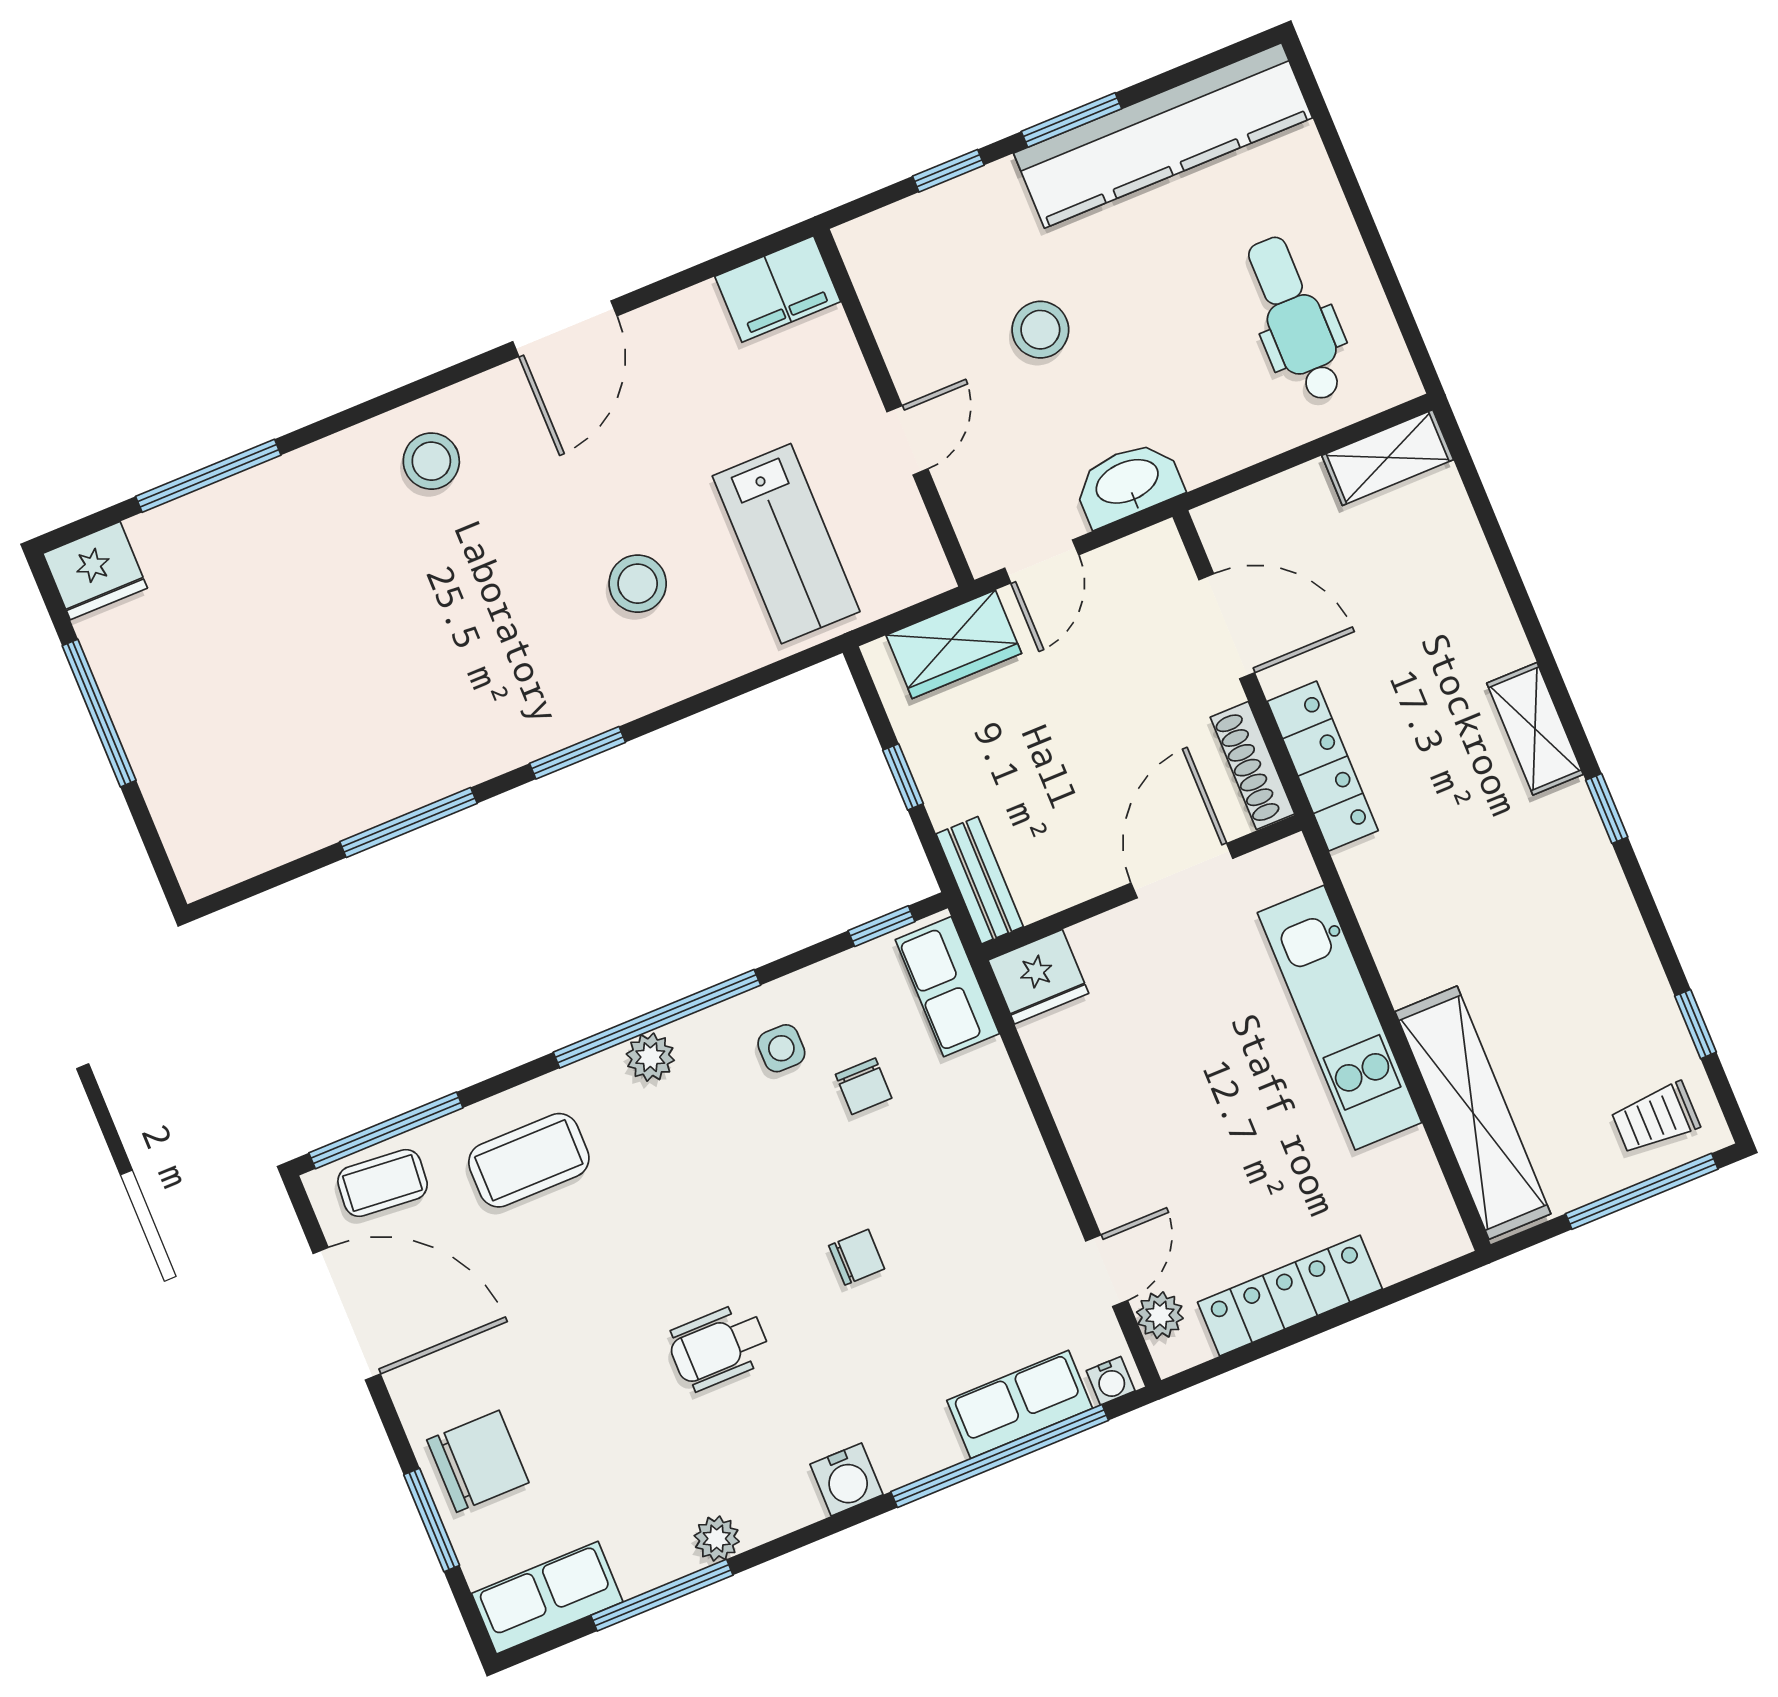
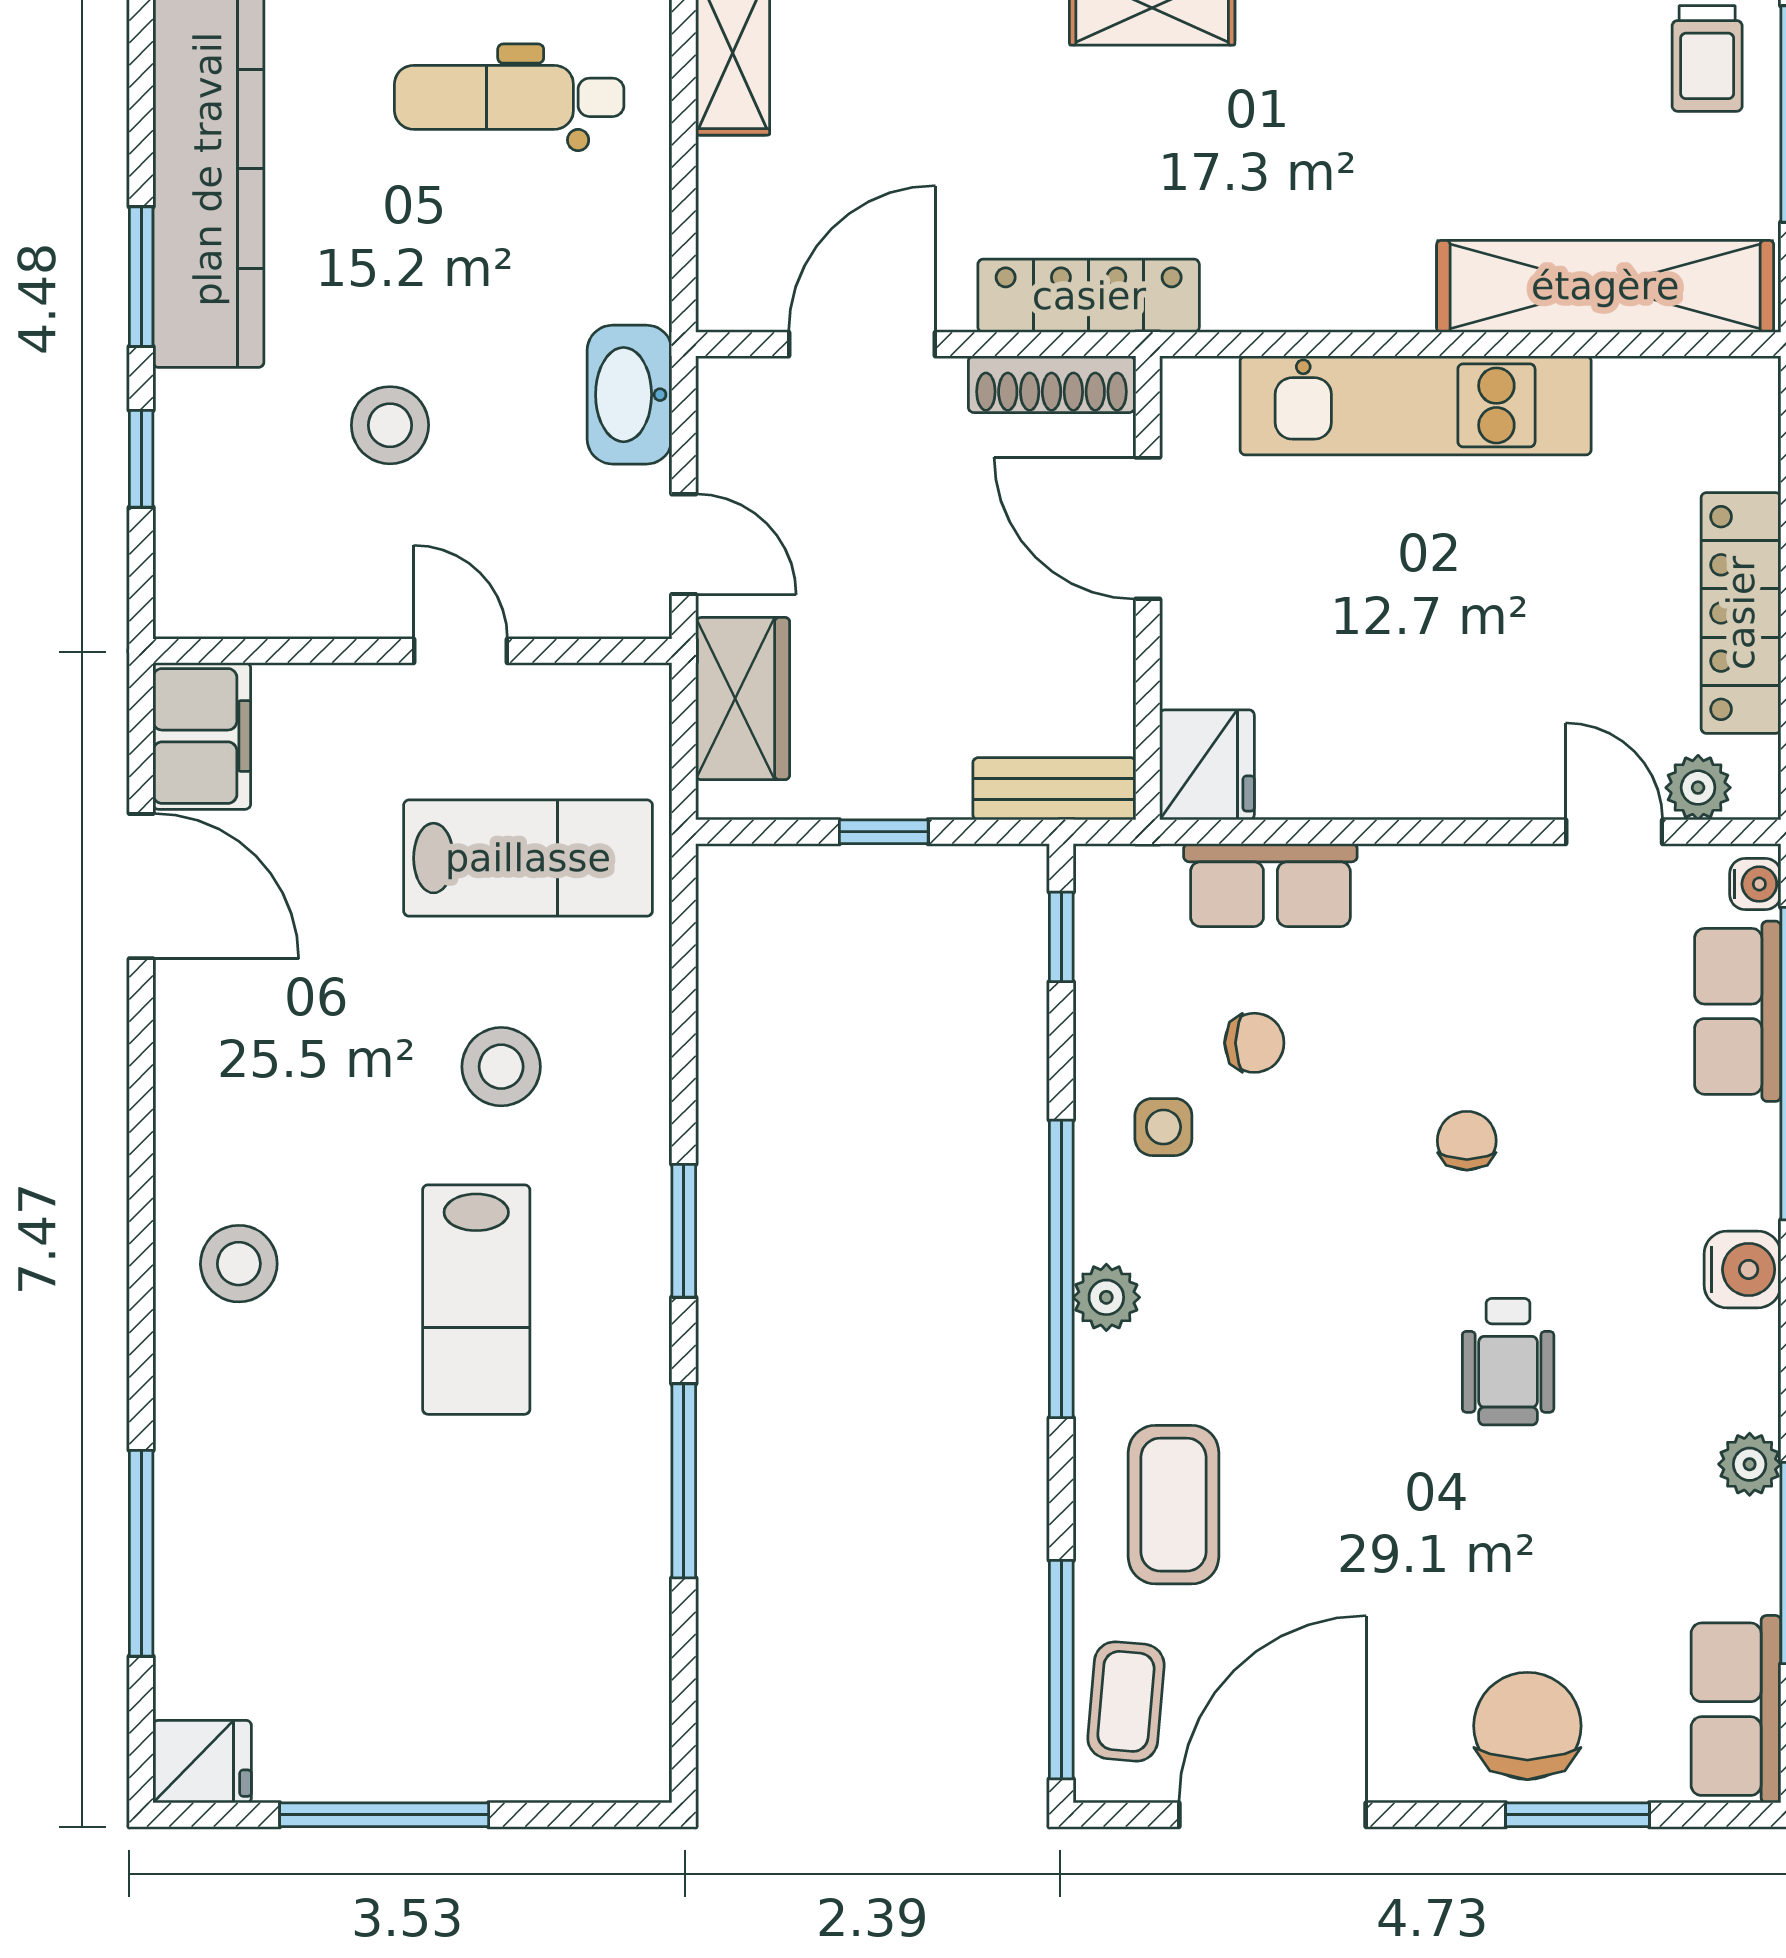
door: (565, 329) -> (141, 886), moved
fridge: (95, 571) -> (202, 1762), width x0.72
lab bench: (473, 632) -> (476, 1300), added
row of seats: (947, 987) -> (1270, 885), moved

